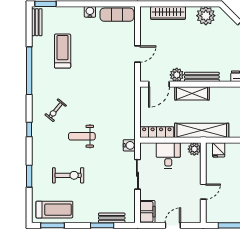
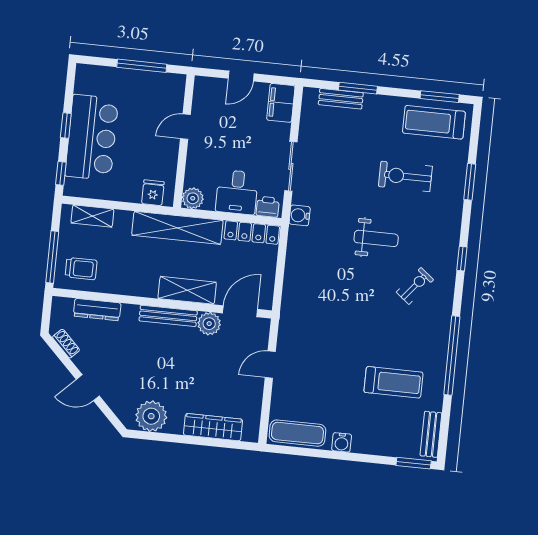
treadmill: (63, 51) -> (393, 382), turned -90
printer: (149, 149) -> (268, 207), added

